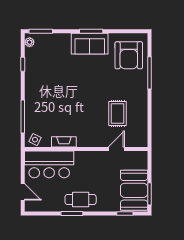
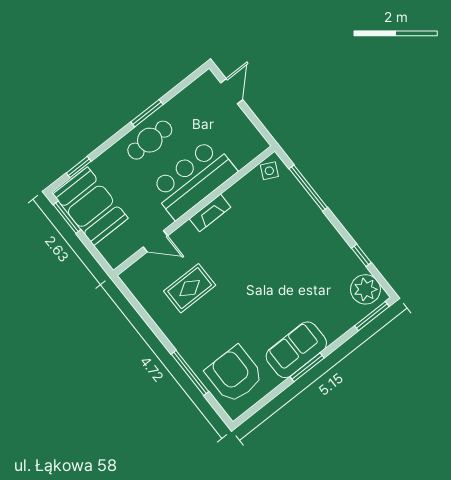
plant: (30, 42) -> (365, 289), width x1.87, depth x1.87
rug: (118, 114) -> (190, 288), turned 90
fireplace: (64, 142) -> (210, 213), moved
door: (116, 149) -> (155, 241), hinge flipped
bar counter: (49, 164) -> (193, 179), moved
door: (23, 192) -> (232, 91), swing flipped

